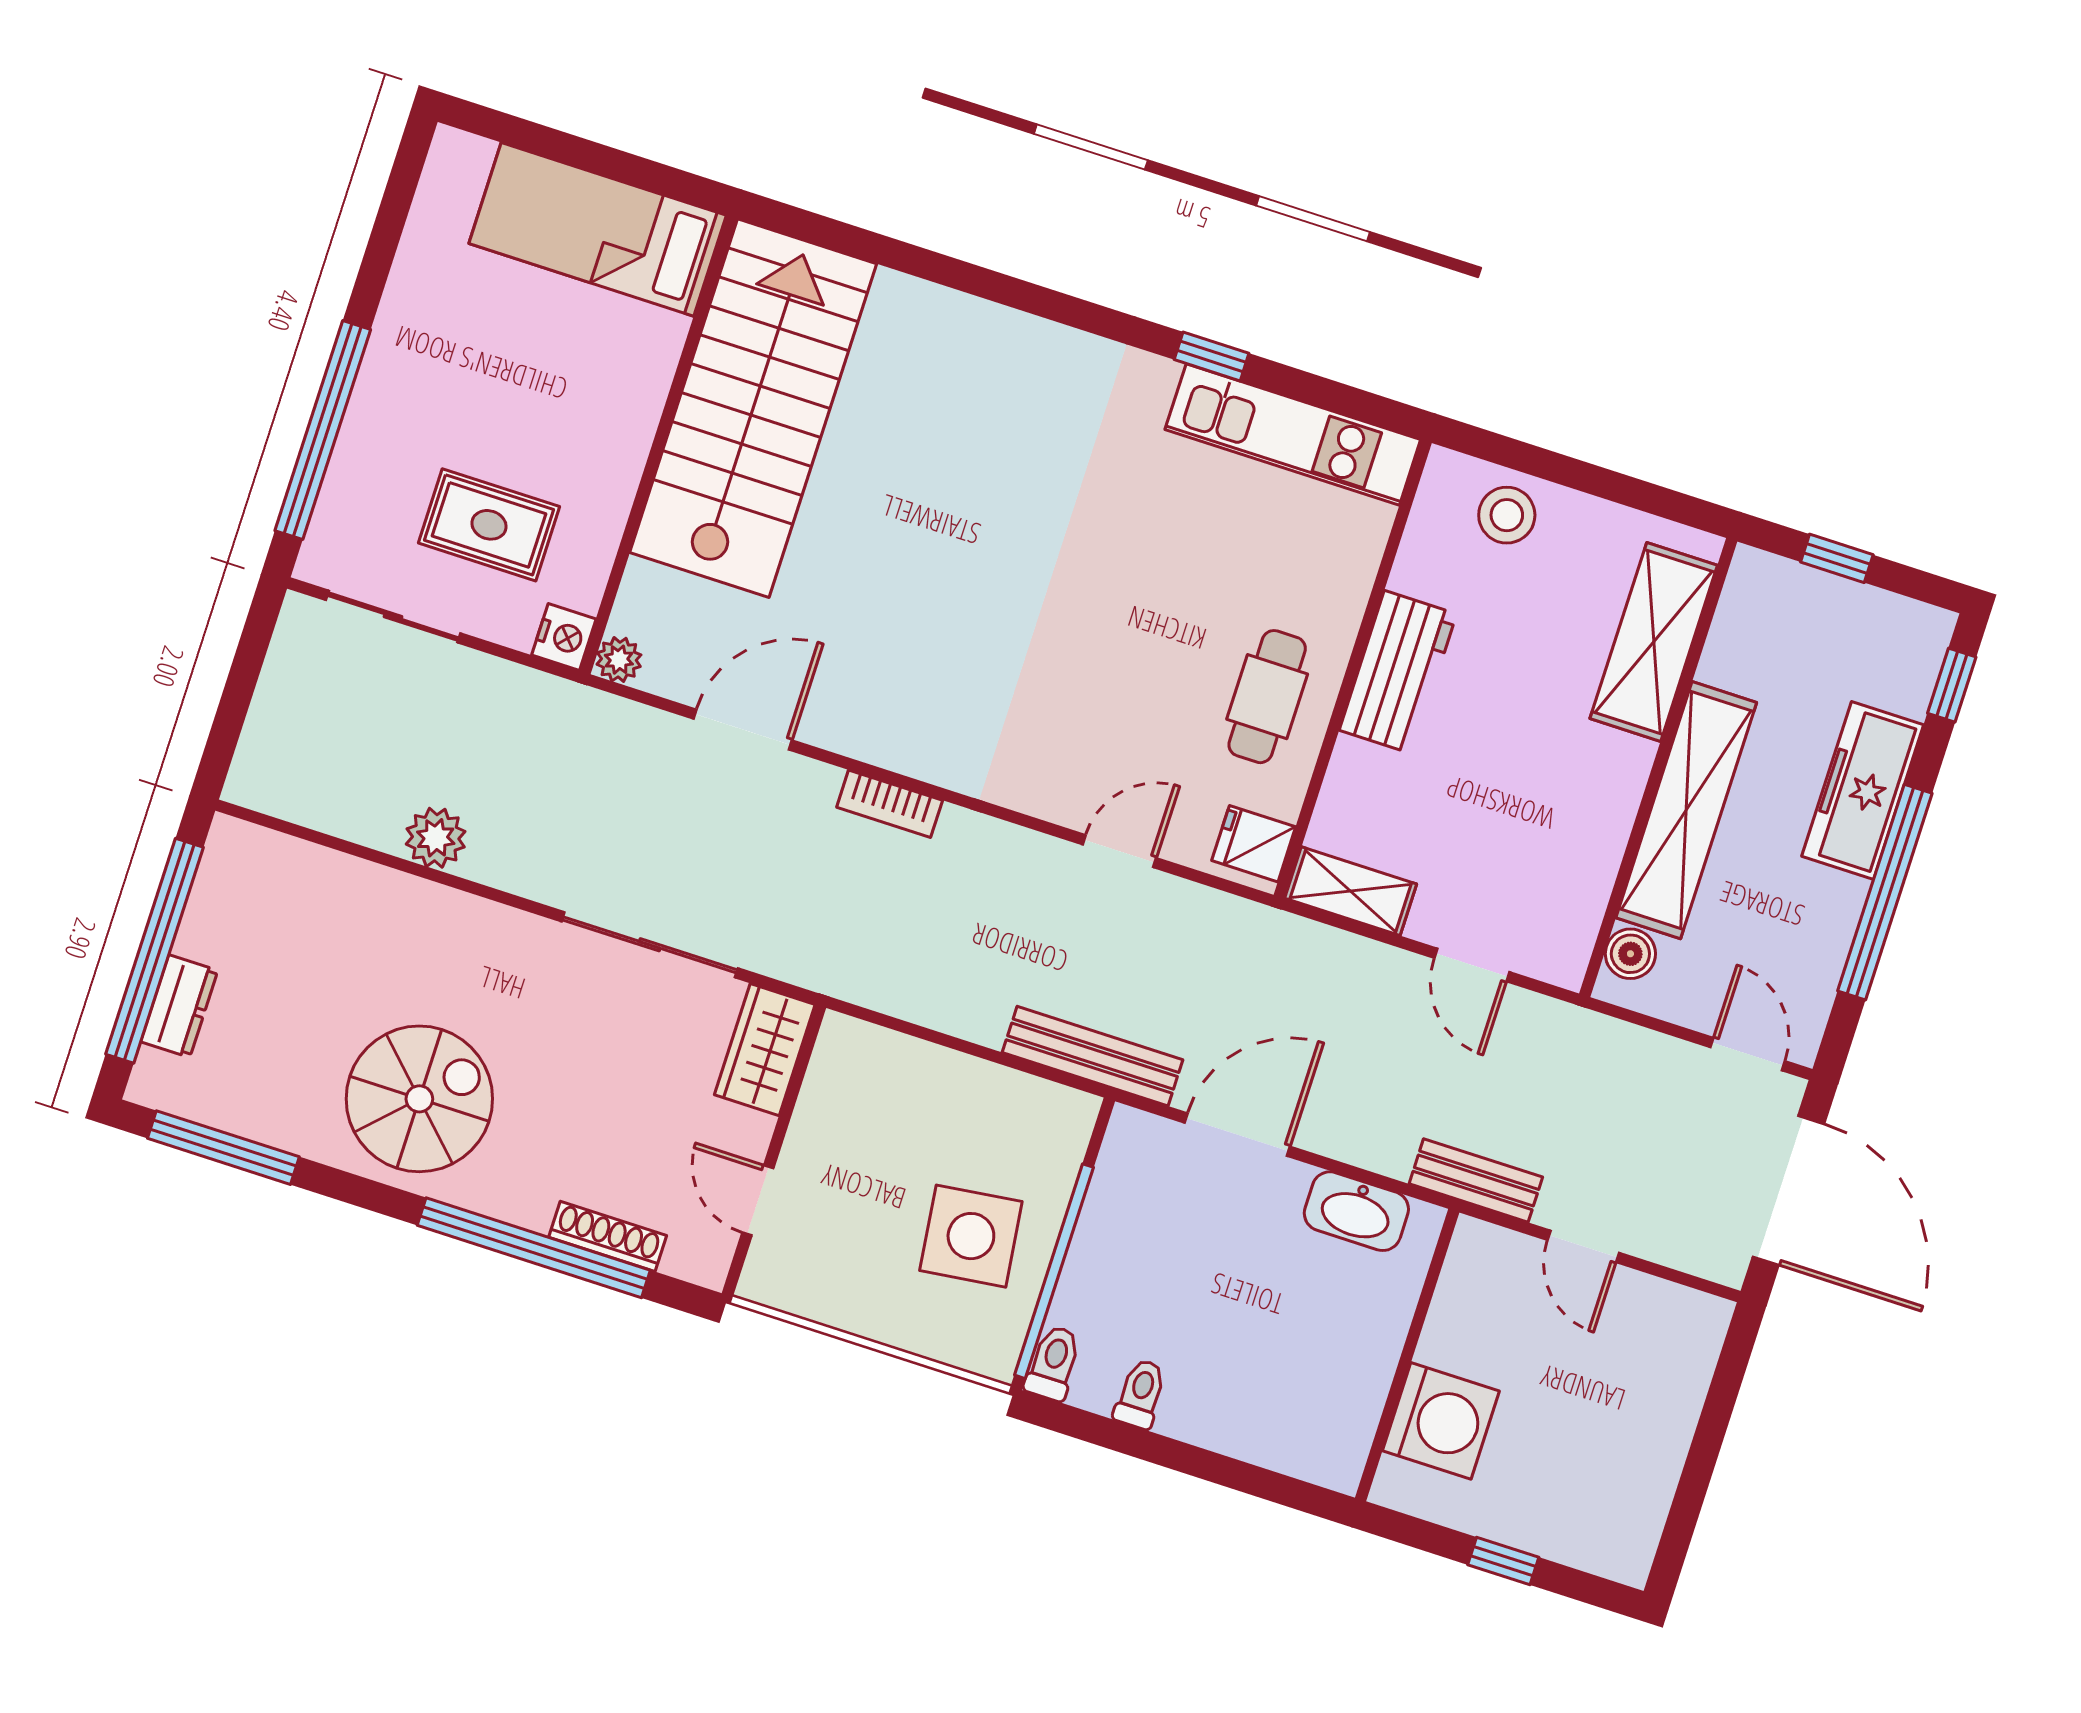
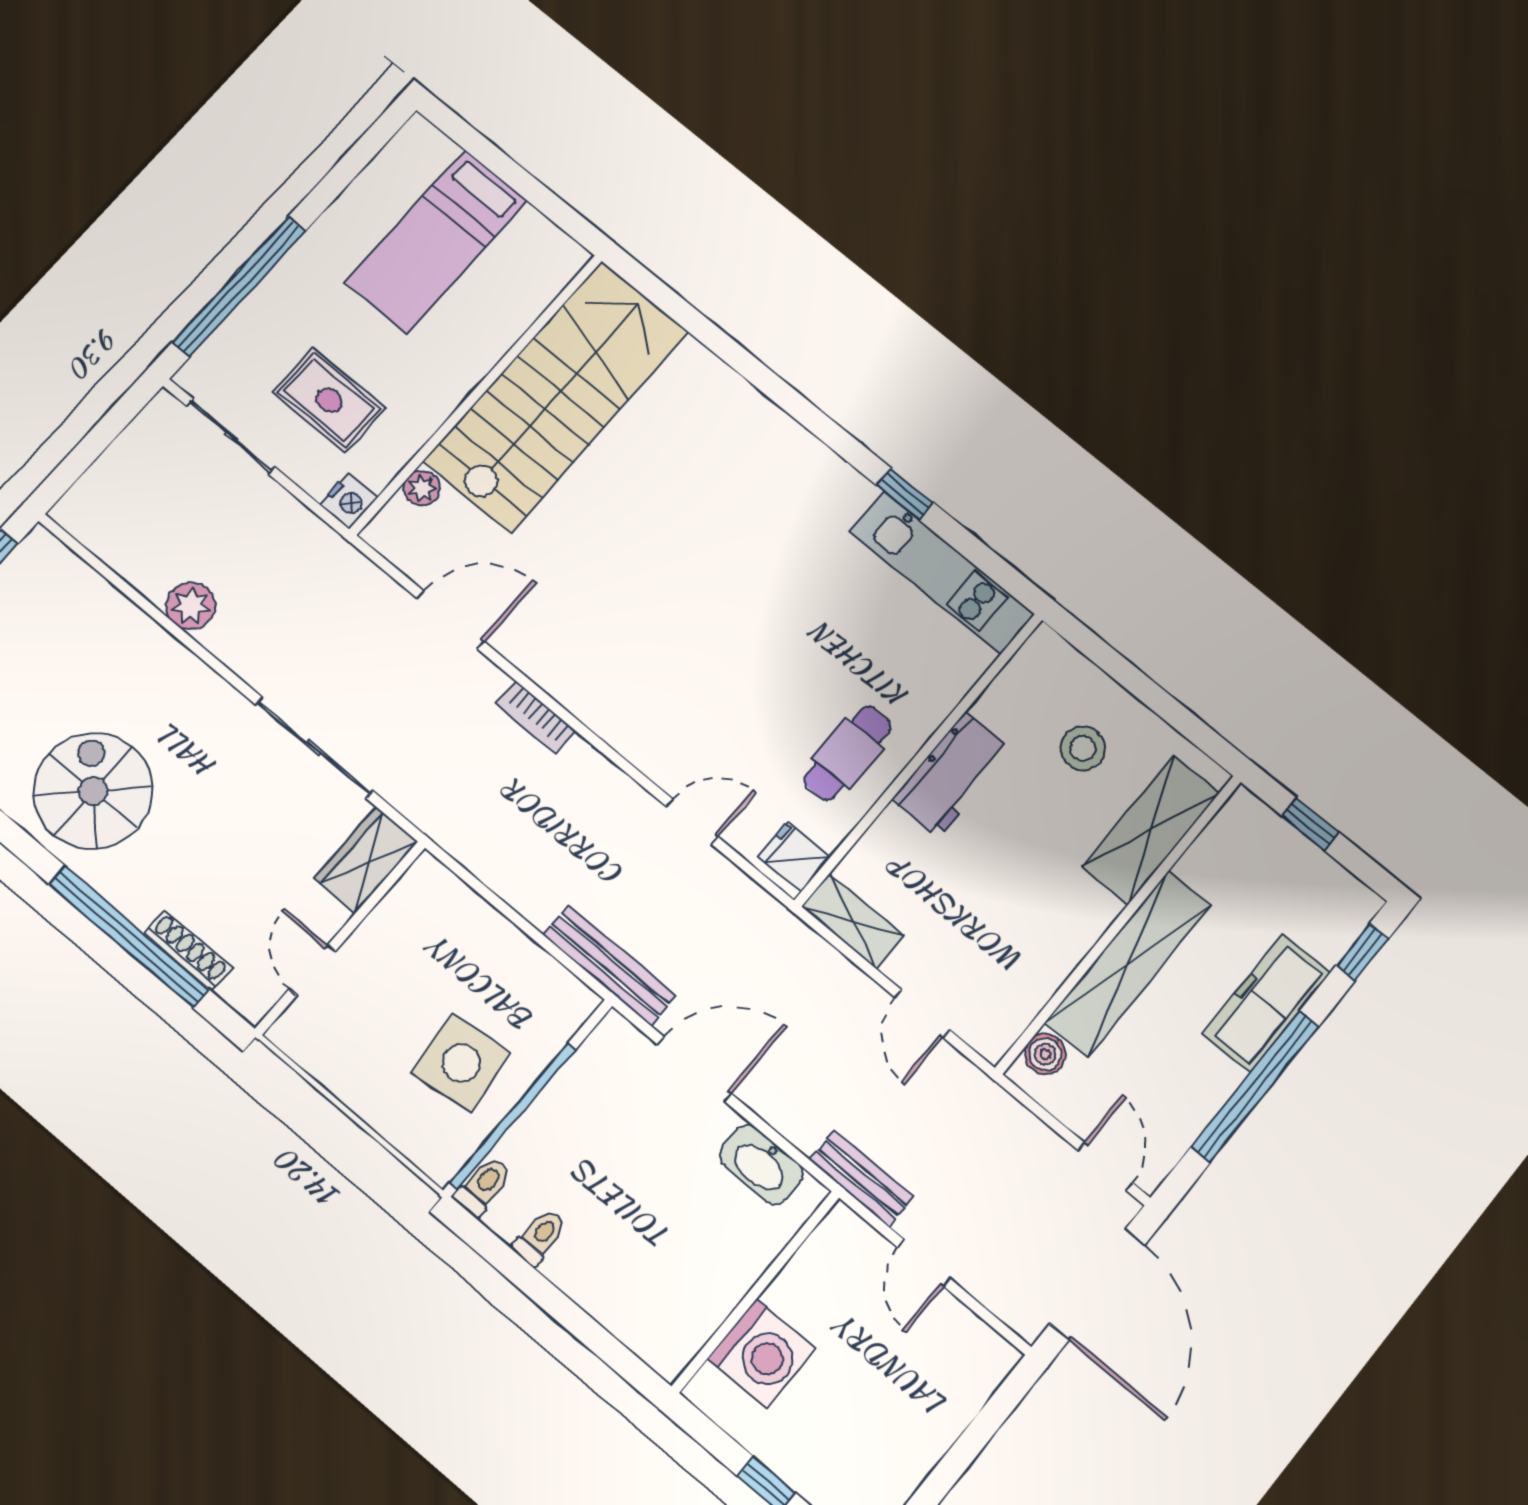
bed: (598, 229) -> (436, 241), moved, turned -90
stool: (1507, 515) -> (1083, 748), moved
plant: (619, 660) -> (422, 488), moved
spiral stairs: (419, 1099) -> (93, 791), turned -90

